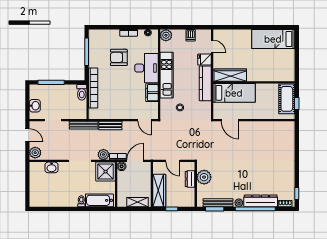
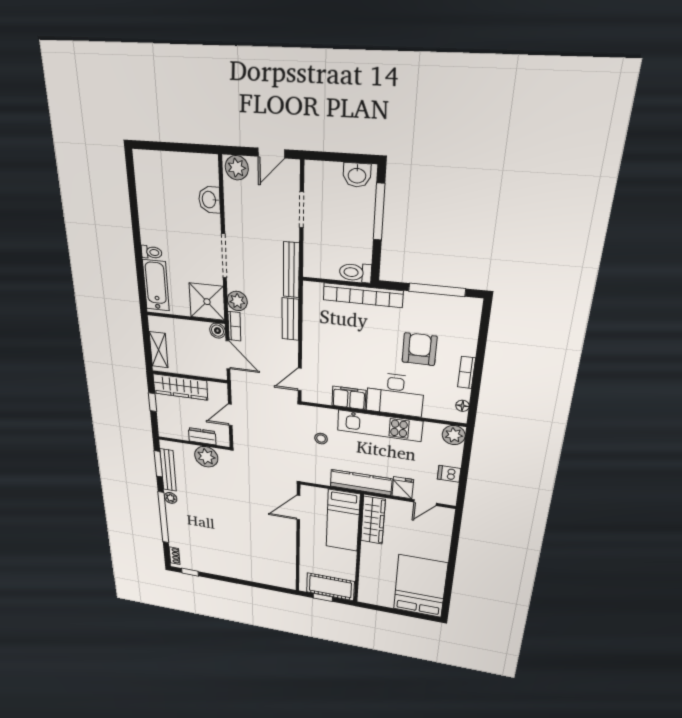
bed: (273, 39) -> (420, 586), width x1.50
washbasin: (35, 106) -> (357, 175), moved
dresser: (261, 201) -> (176, 526), removed

